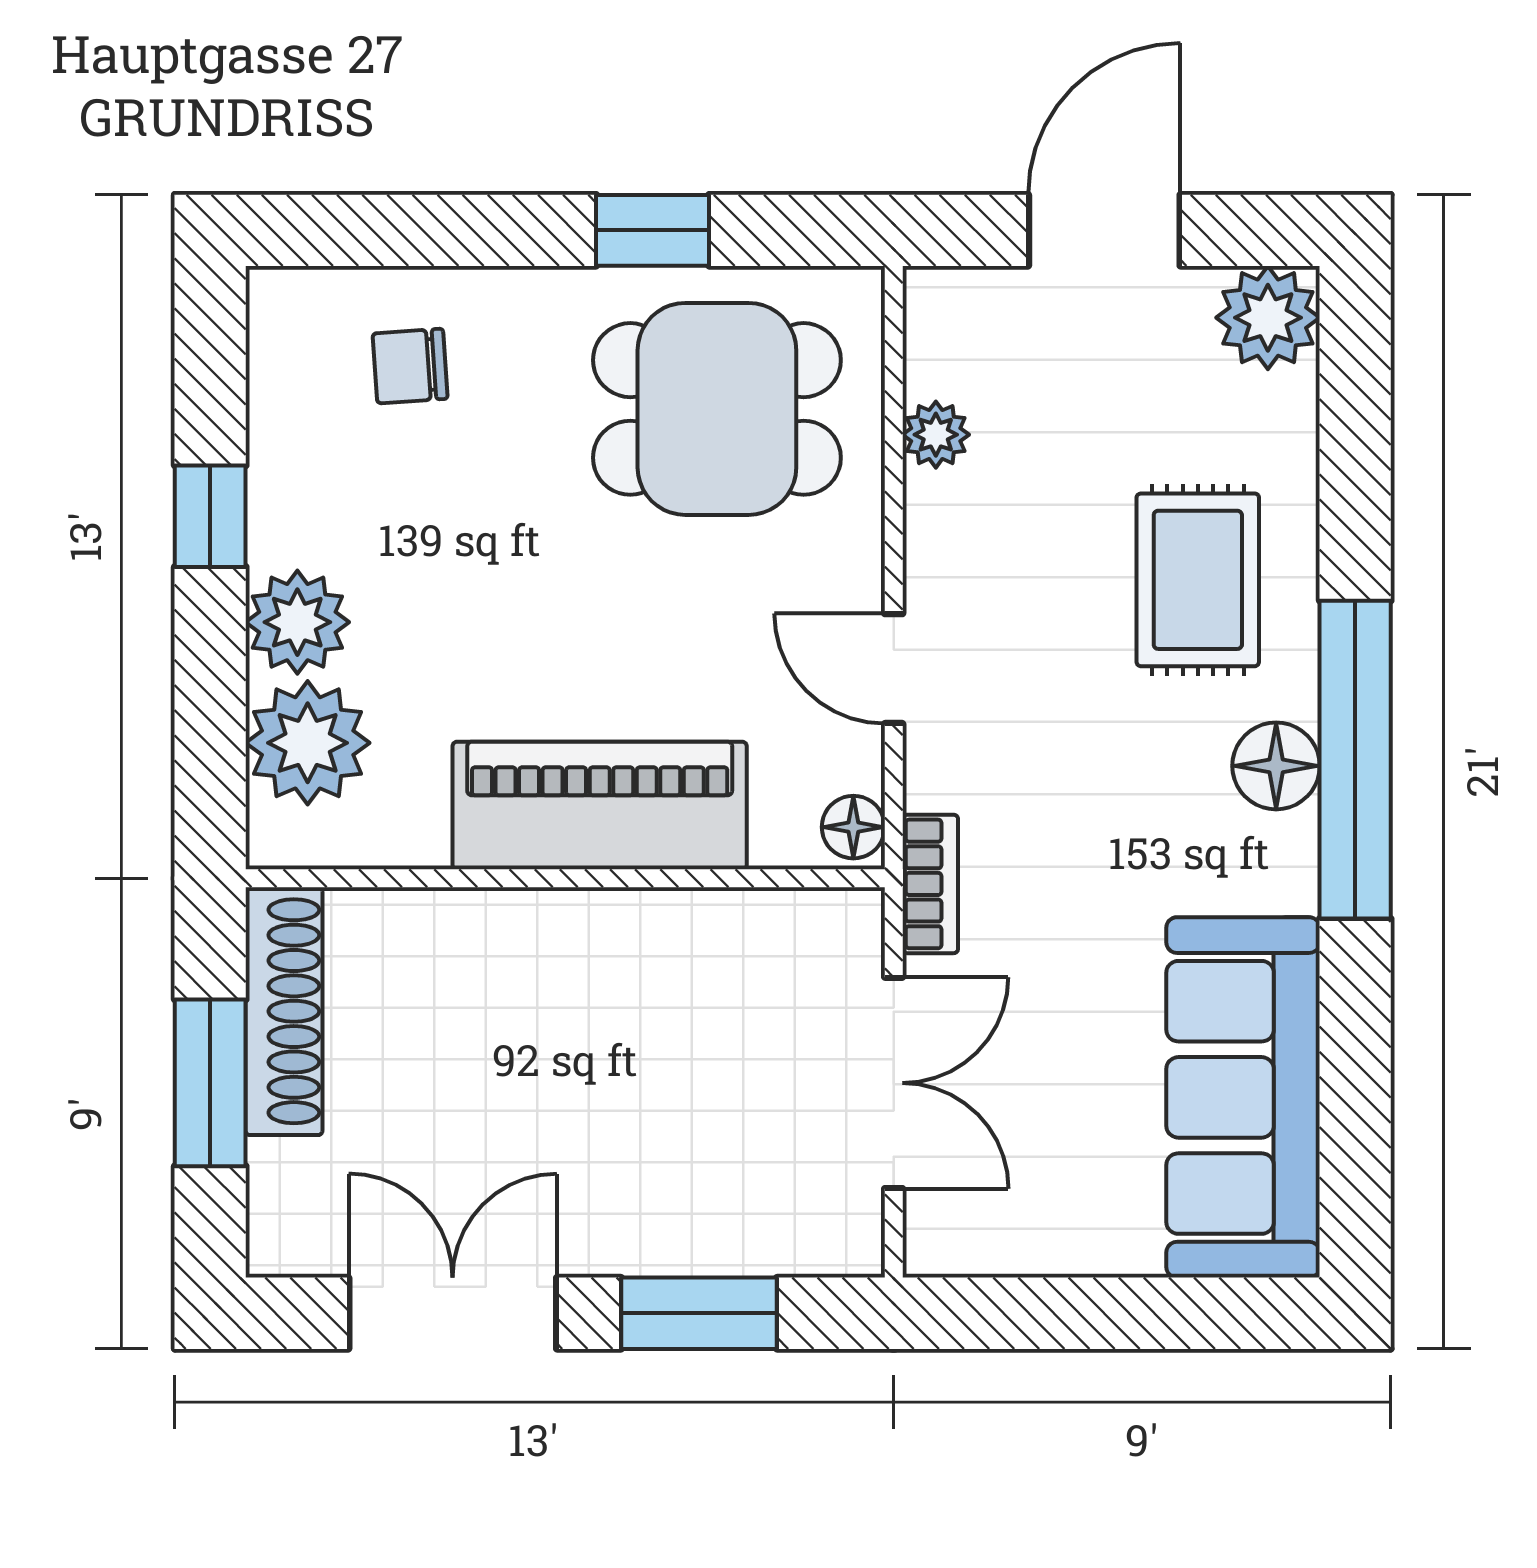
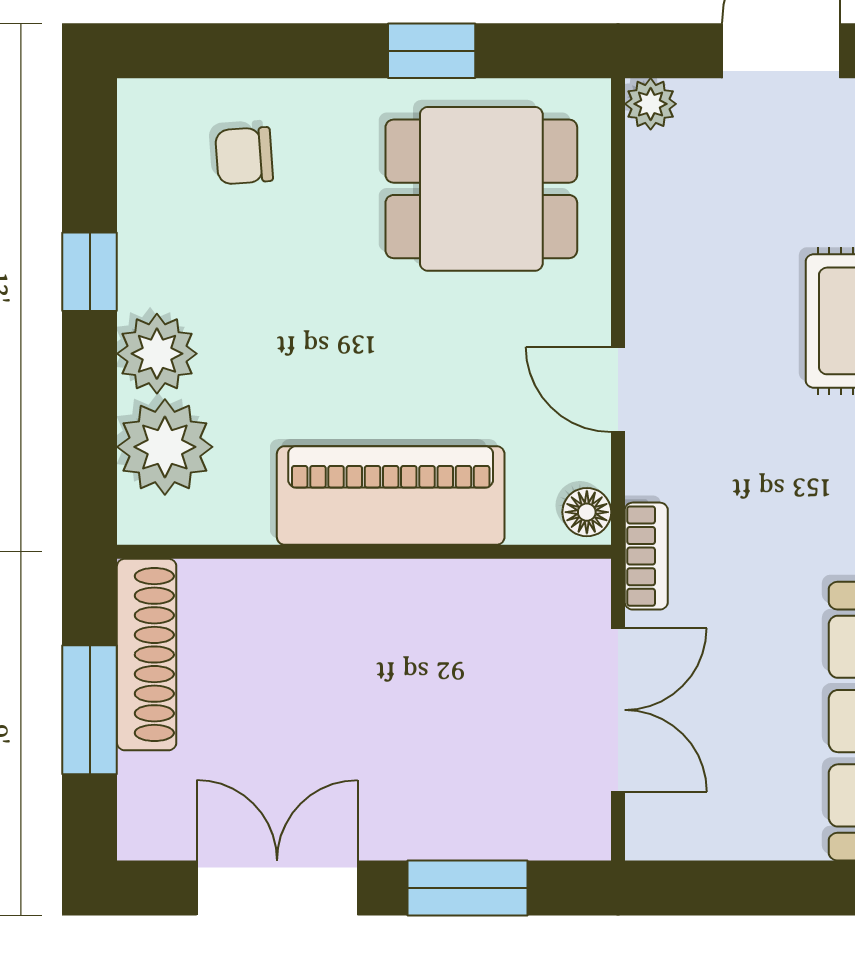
plant: (936, 435) -> (651, 104), moved

